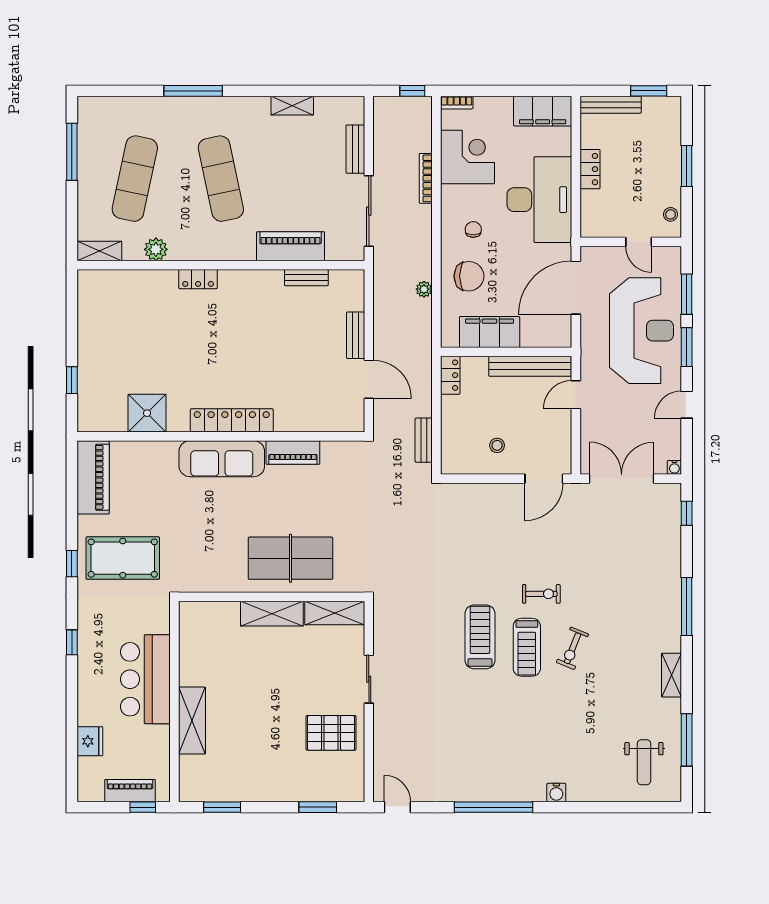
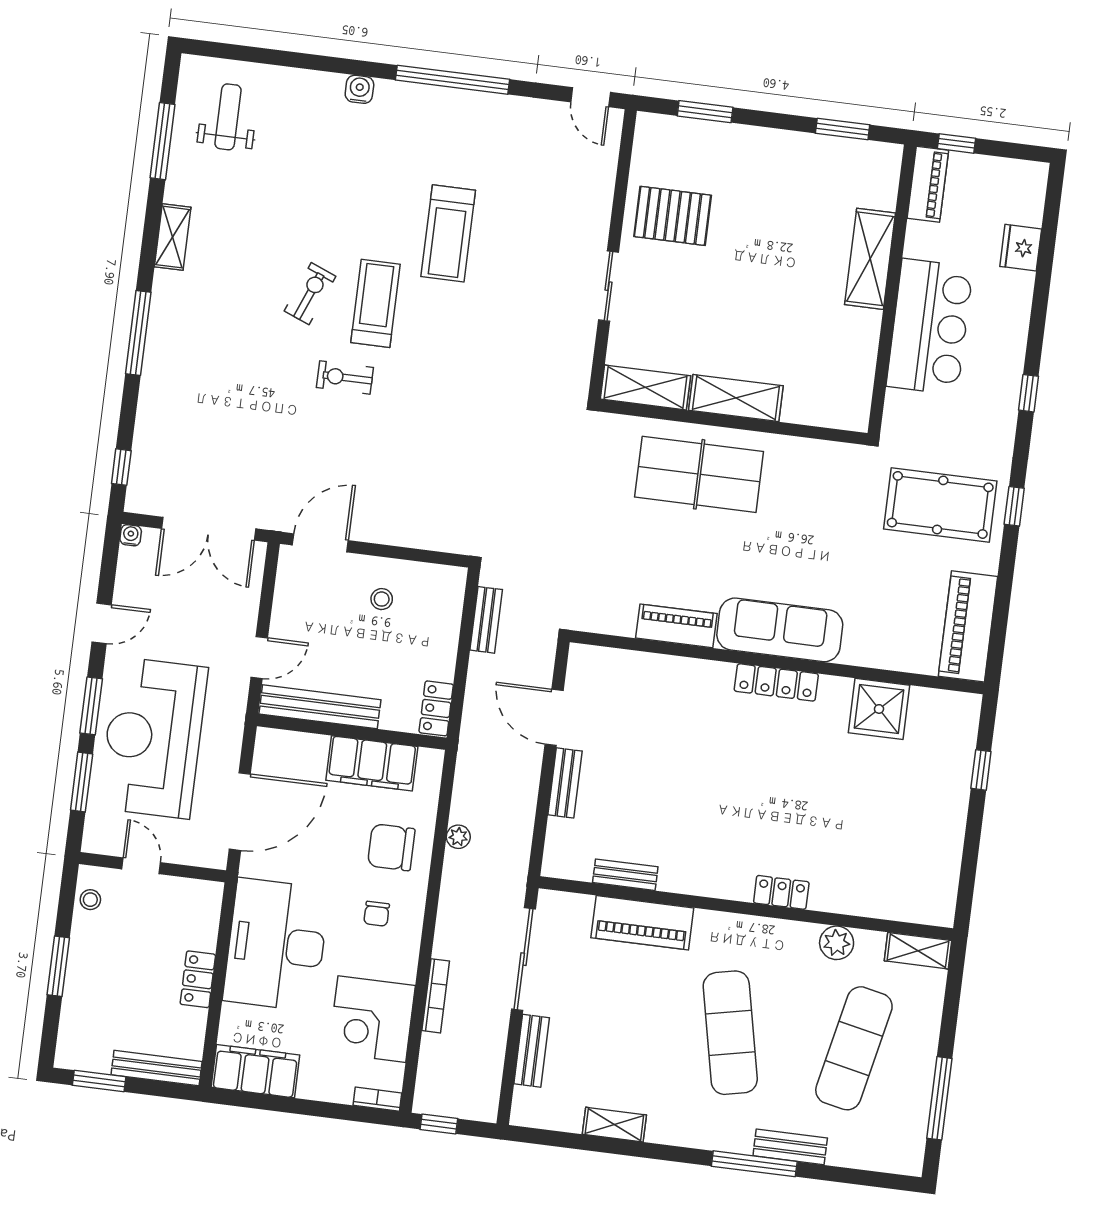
bench: (170, 106) -> (790, 1147), added
locker: (232, 420) -> (776, 682), width x0.71, depth x0.83
treadmill: (480, 637) -> (448, 233), moved
piano: (130, 791) -> (928, 184), moved, turned -90

